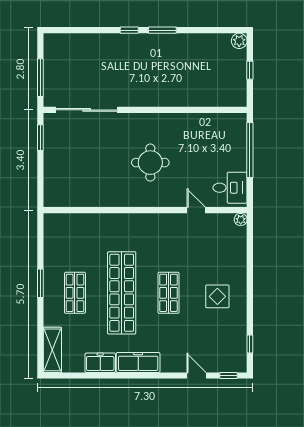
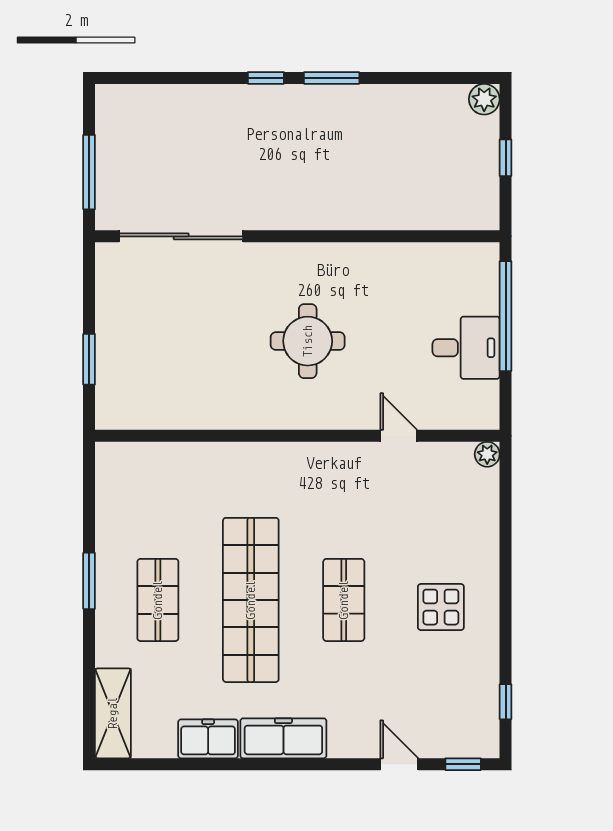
window: (40, 138) -> (89, 359), moved
desk: (230, 188) -> (466, 348), moved

